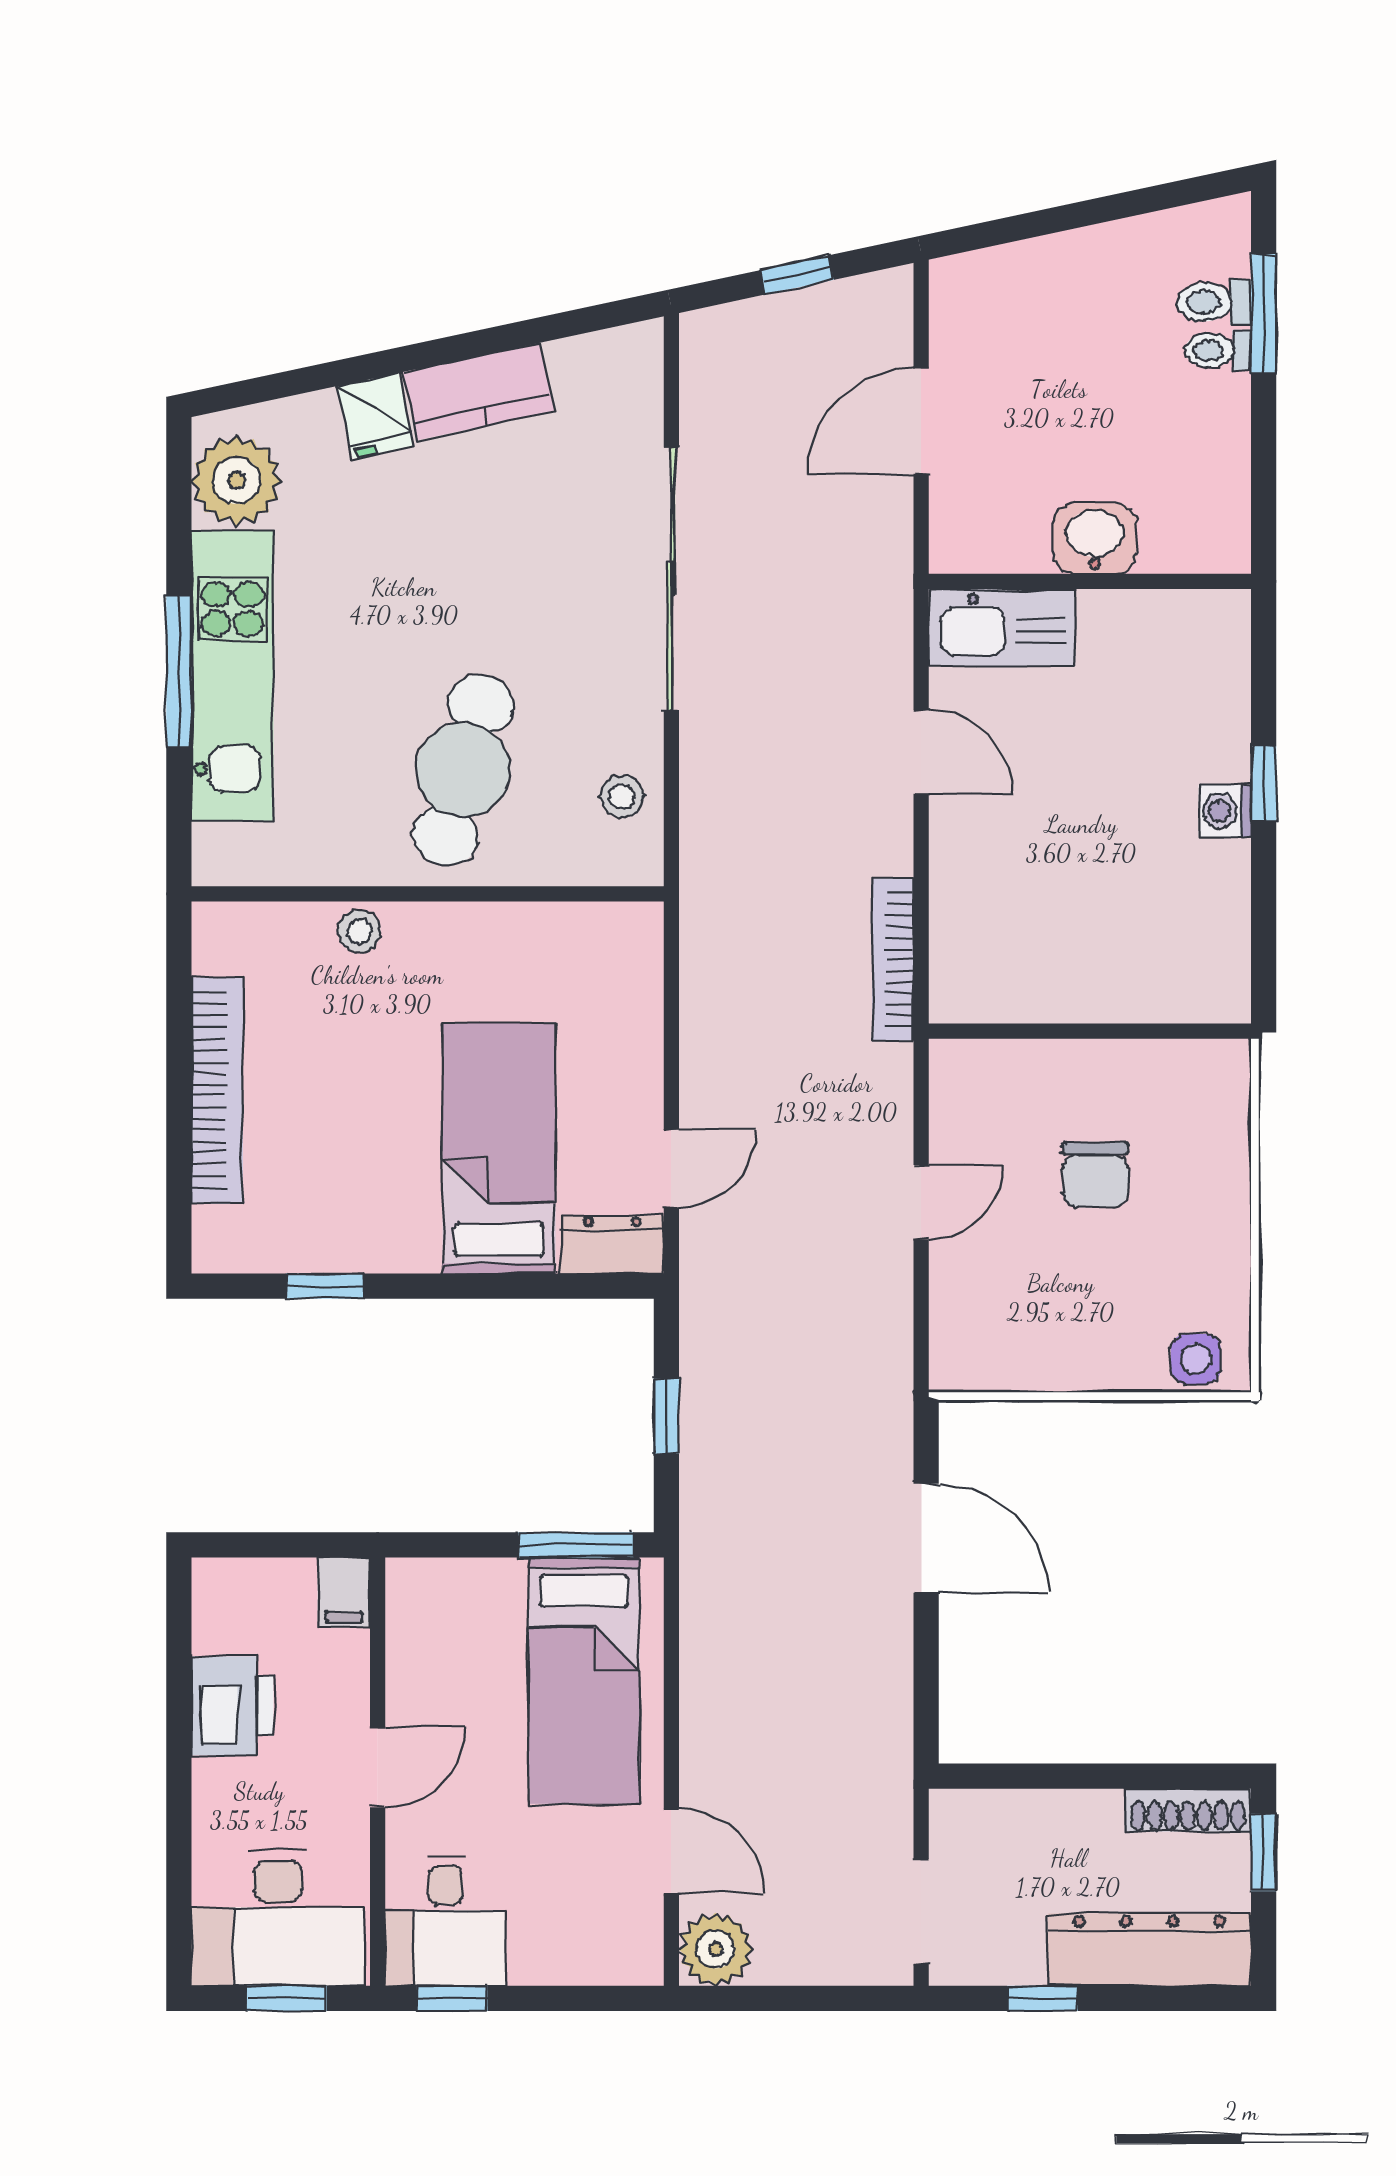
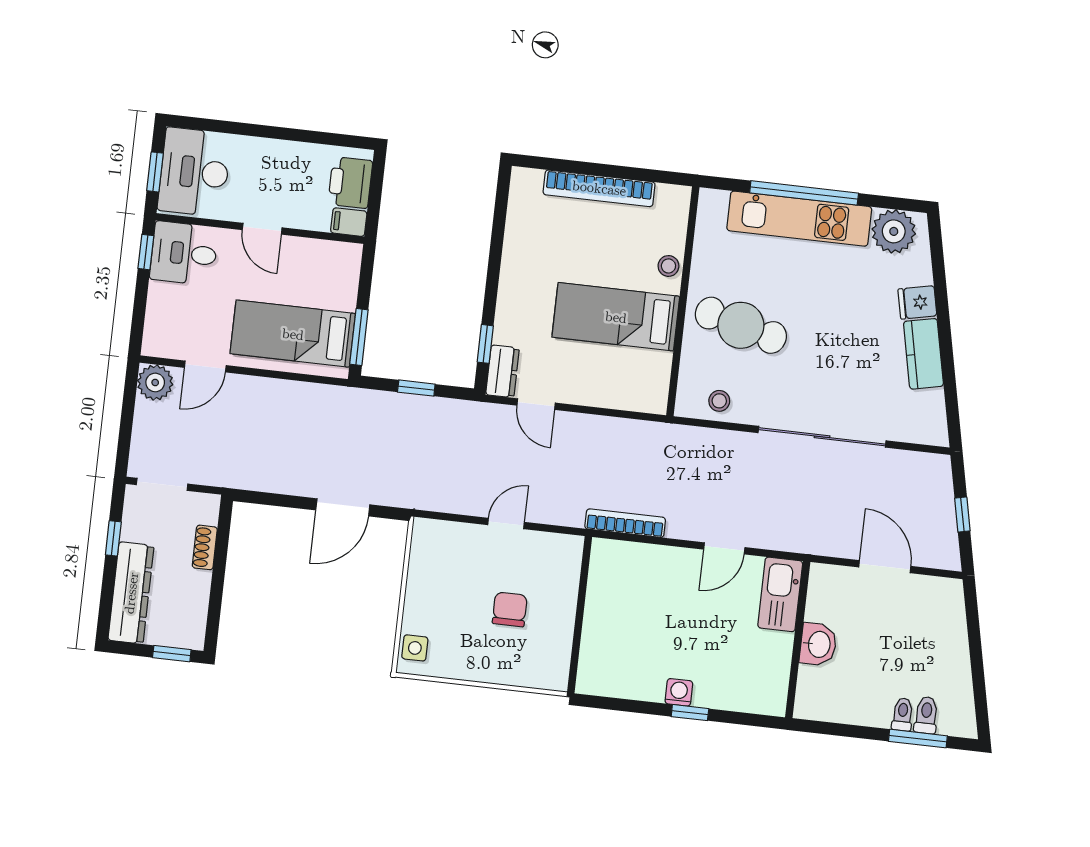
window: (179, 672) -> (804, 193), width x1.46
bed: (499, 1148) -> (616, 317), moved, turned 180
chair: (1095, 1175) -> (510, 609), turned 90
door: (921, 1202) -> (506, 524), swing flipped
window: (325, 1286) -> (485, 344), moved
printer: (232, 1706) -> (350, 183), moved, turned 90
shoe rack: (1188, 1810) -> (205, 547), moved, width x0.70

